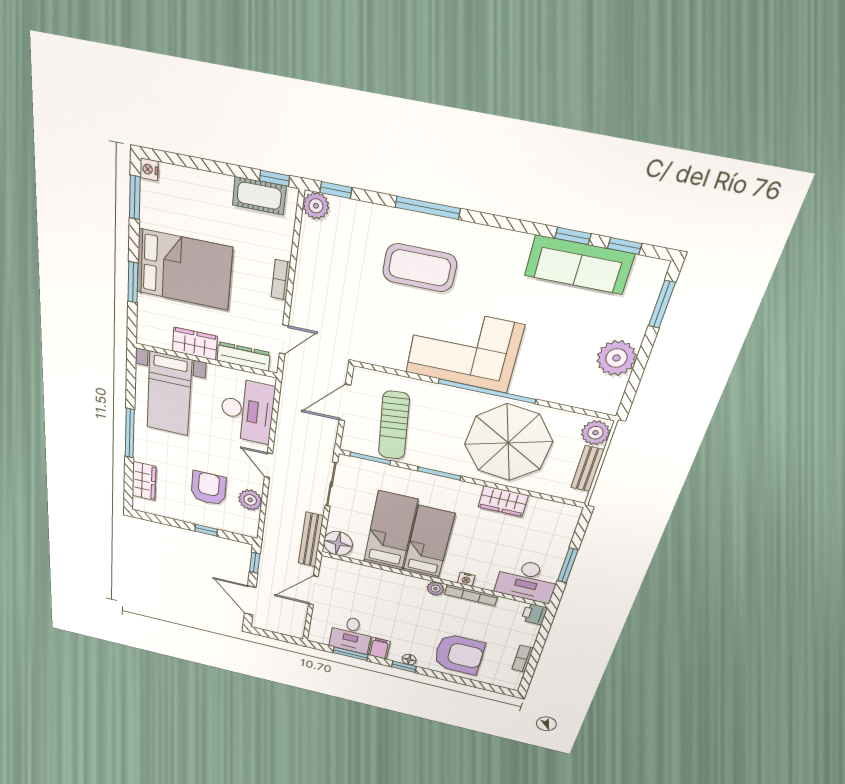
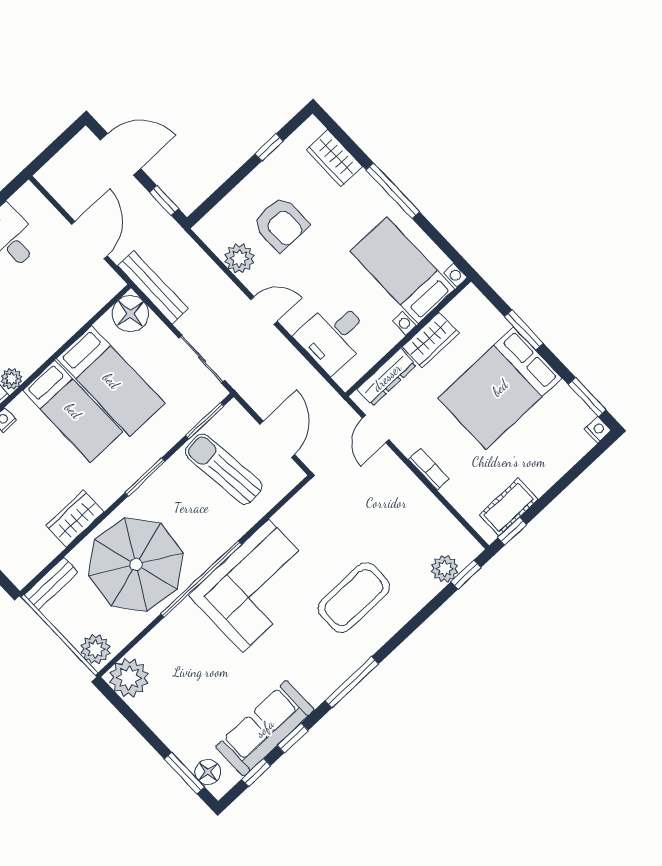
plant: (316, 206) -> (445, 569), moved
window: (428, 208) -> (352, 682), moved
floor lamp: (649, 286) -> (208, 772), added
plant: (616, 358) -> (129, 678), moved
desk: (247, 411) -> (333, 336), width x0.73
bench: (587, 469) -> (51, 584), moved, turned 90
window: (206, 530) -> (269, 147), moved

